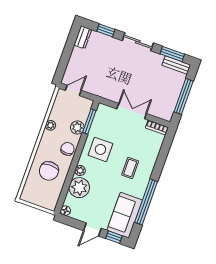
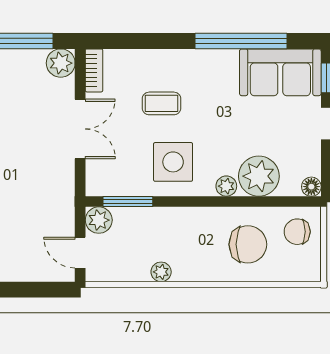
double door: (132, 111) -> (80, 129), swing flipped
plant: (166, 113) -> (61, 63), added
plant: (77, 127) -> (99, 220), moved
chair: (67, 149) -> (297, 232), moved
coffee table: (130, 168) -> (162, 103), moved

